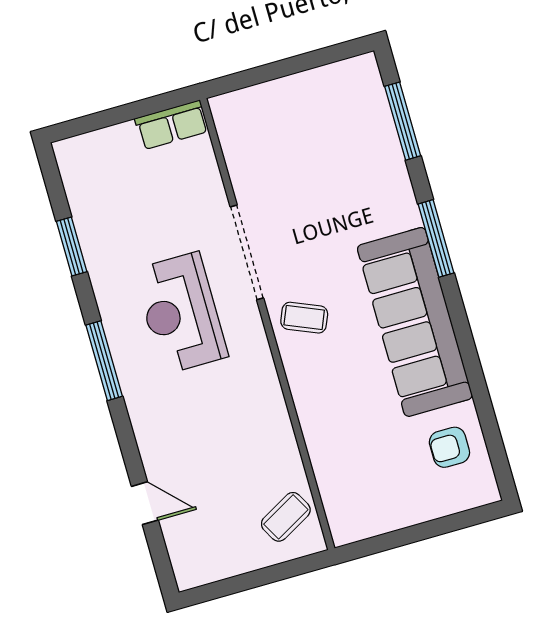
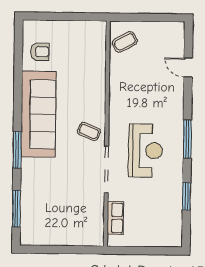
row of seats: (172, 125) -> (115, 218), moved, turned 90

